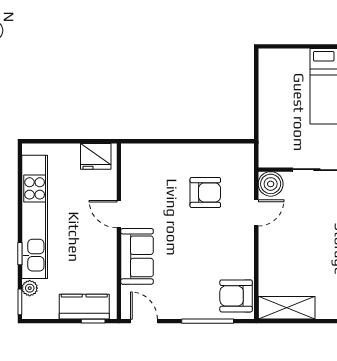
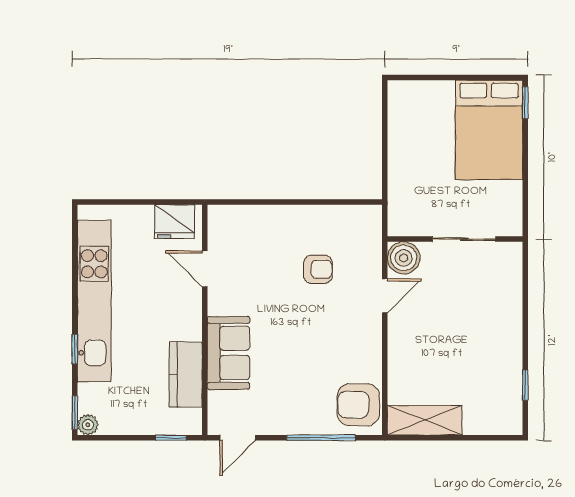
armchair: (205, 193) -> (318, 269), width x0.72, depth x0.72
door: (119, 214) -> (205, 269), moved
plant: (30, 288) -> (88, 425), moved
kitchen counter: (84, 307) -> (186, 375), moved, turned -90
door: (144, 321) -> (238, 438), swing flipped

